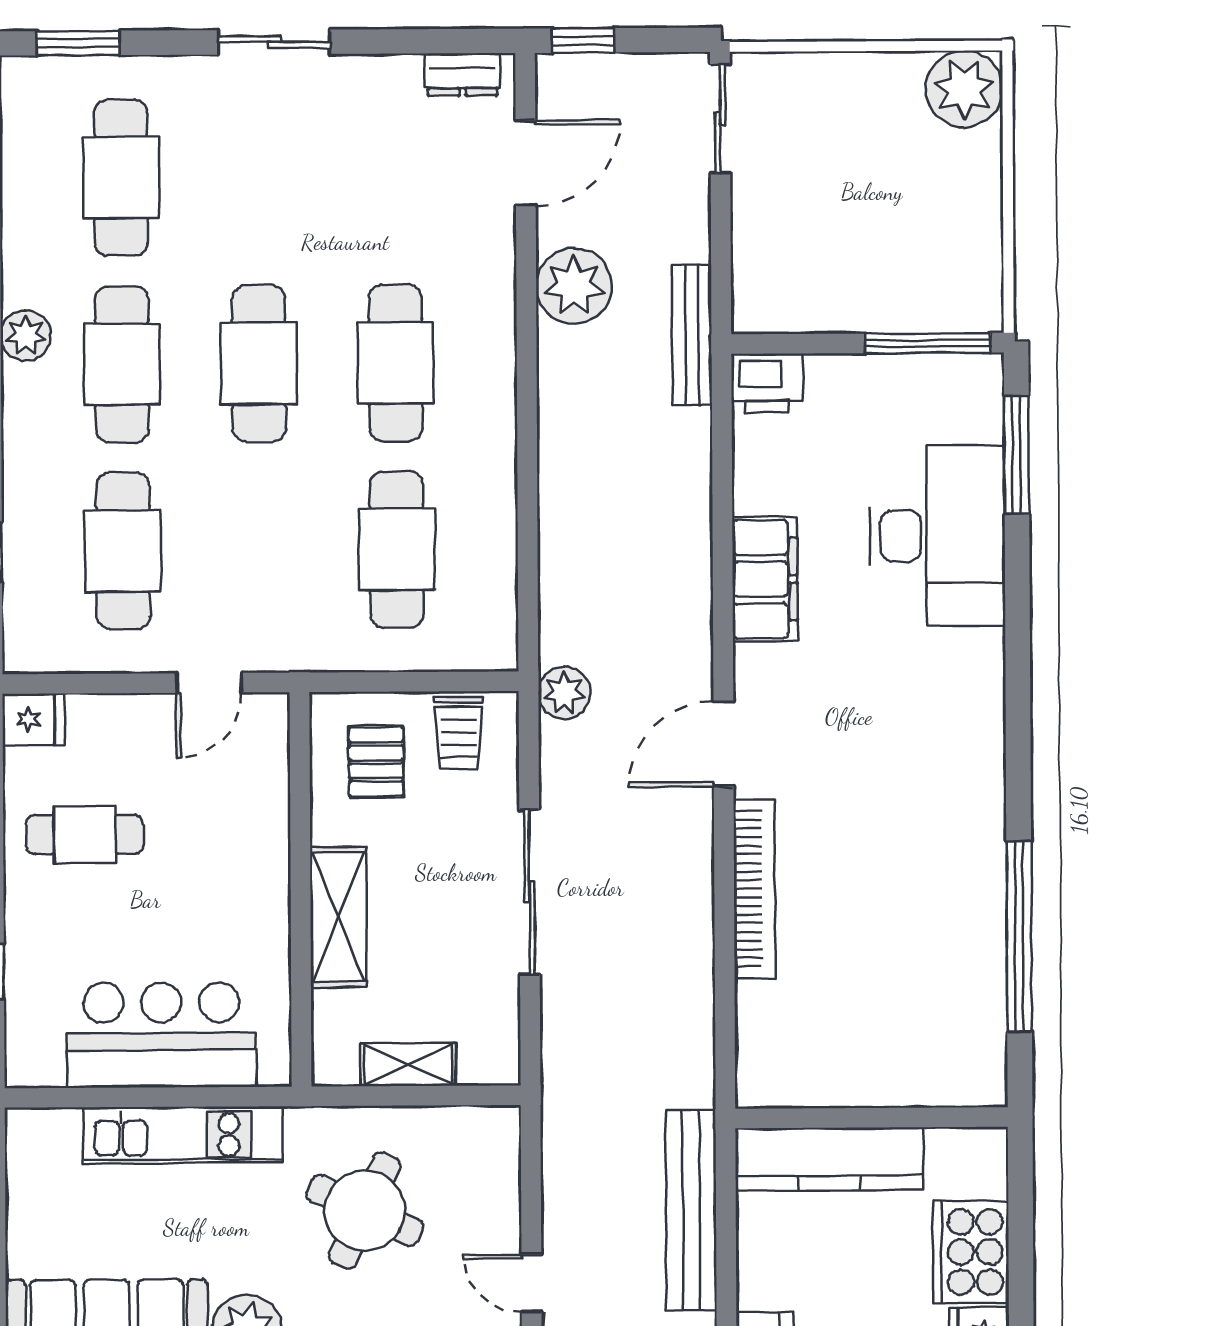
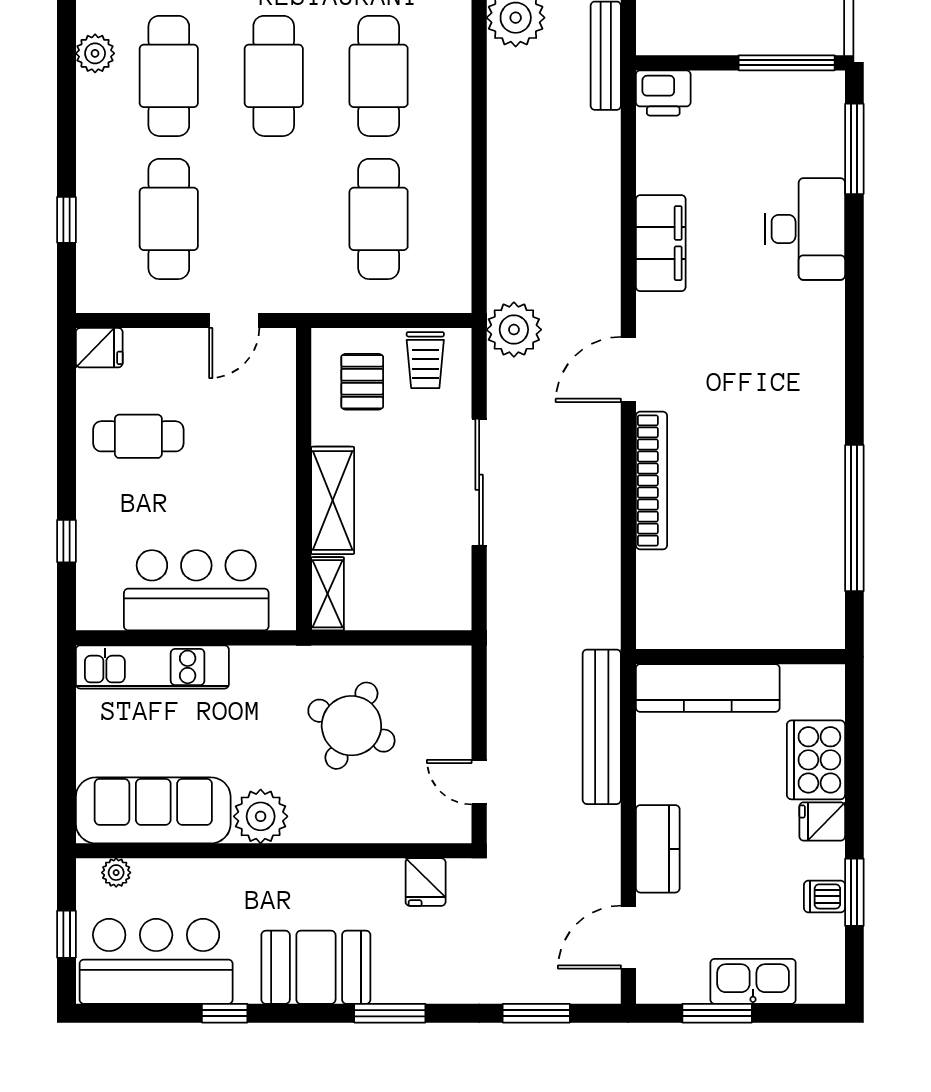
desk: (937, 536) -> (805, 229), width x0.73, depth x0.77
plant: (564, 693) -> (514, 330), width x1.36, depth x1.36
shelving: (408, 1065) -> (328, 594), moved, turned 90
kitchen unit: (183, 1135) -> (152, 667), moved

